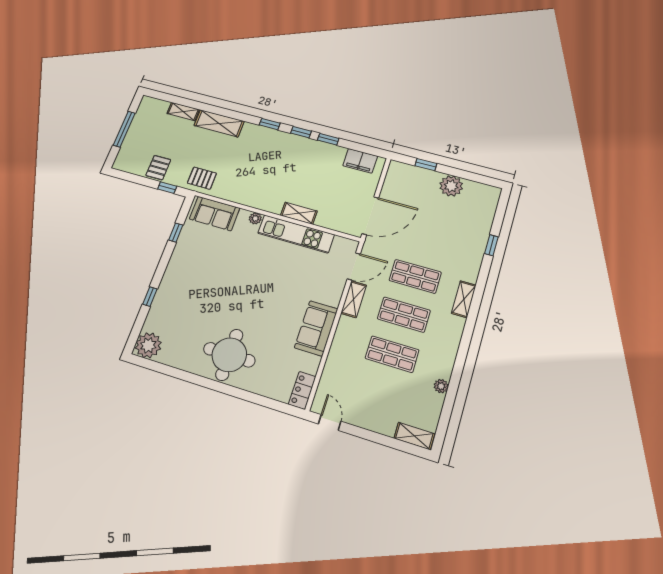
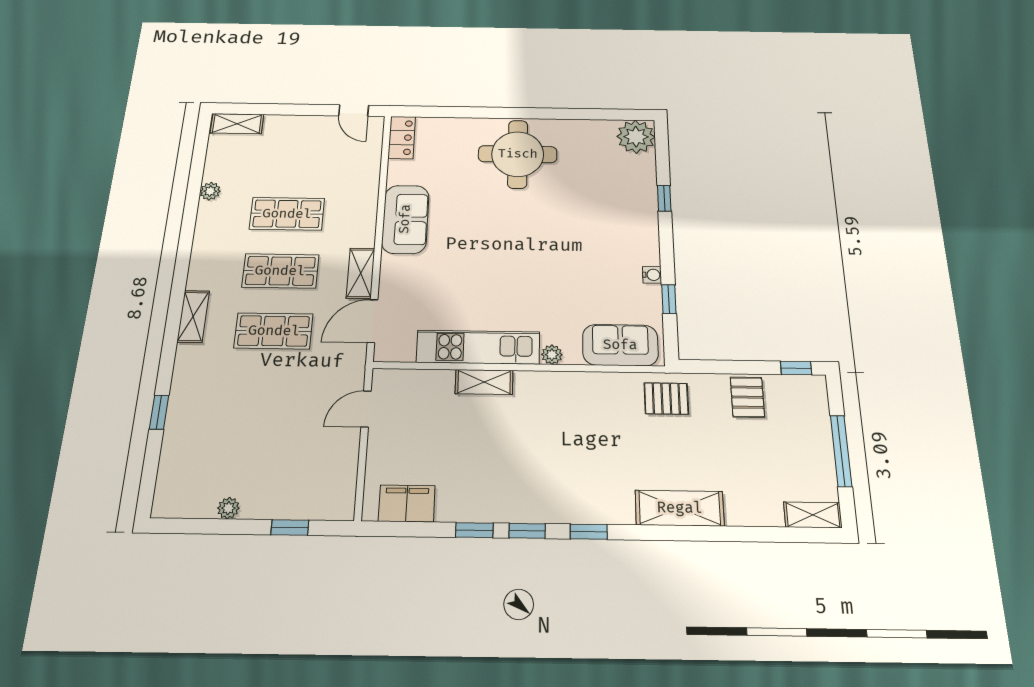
shelving: (183, 111) -> (813, 515), moved
plant: (451, 186) -> (228, 508), width x0.53, depth x0.53
window: (167, 188) -> (796, 368), moved
door: (370, 216) -> (366, 409), width x0.53
water cooler: (179, 250) -> (652, 275), added

